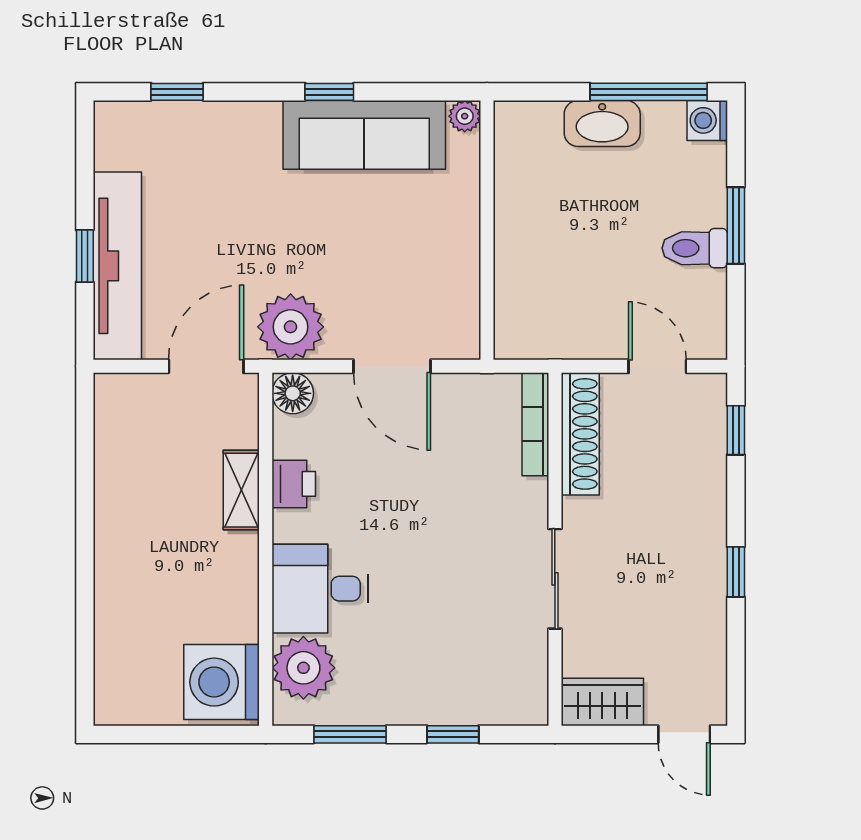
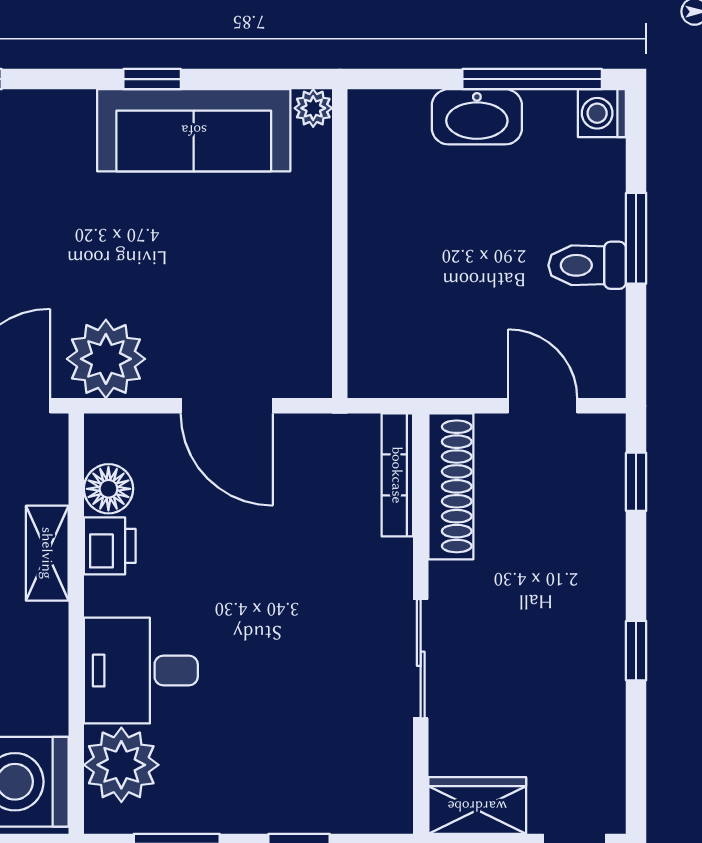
floor lamp: (293, 393) -> (108, 489), moved

